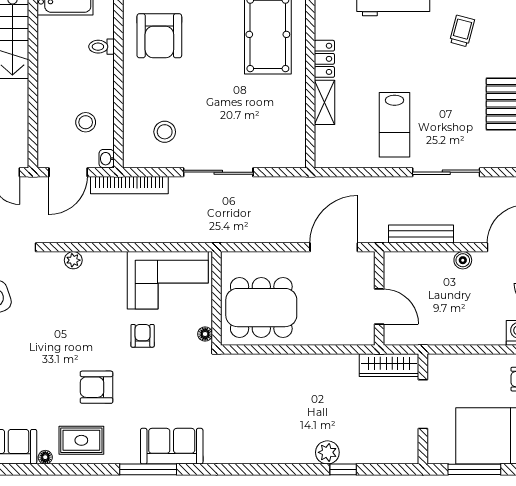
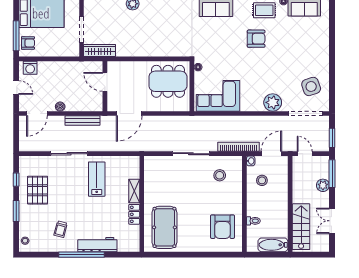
armchair: (159, 36) -> (222, 227), turned 180
plant: (73, 260) -> (273, 102), width x1.87, depth x1.87
armchair: (143, 336) -> (231, 66), removed

